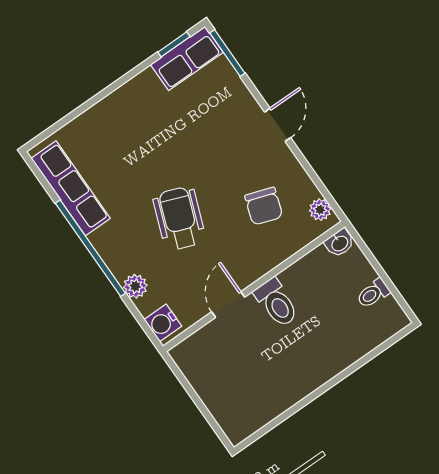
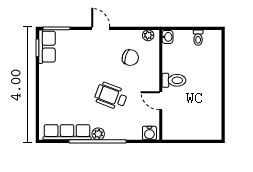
plant: (135, 286) -> (98, 134), moved

